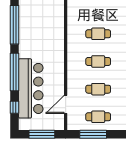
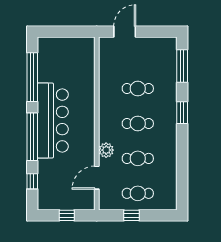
plant: (73, 83) -> (106, 150), added
bar counter: (31, 88) -> (53, 120), moved
window: (42, 134) -> (67, 215), width x0.46
window: (93, 134) -> (131, 215), width x0.46

